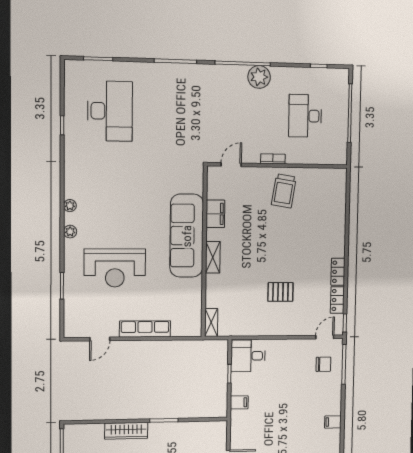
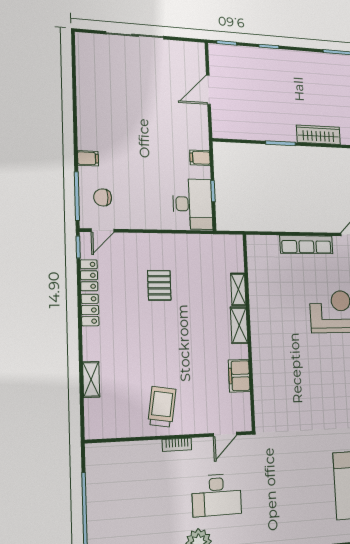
desk: (305, 116) -> (217, 495), moved, turned 90
shelving: (340, 216) -> (91, 379), added
sofa: (187, 236) -> (269, 349), removed
pallet: (280, 292) -> (159, 285), turned 90
shelving: (211, 322) -> (238, 289), moved
desk: (248, 356) -> (193, 204), width x1.37
filing cabinet: (333, 422) -> (88, 158), moved

